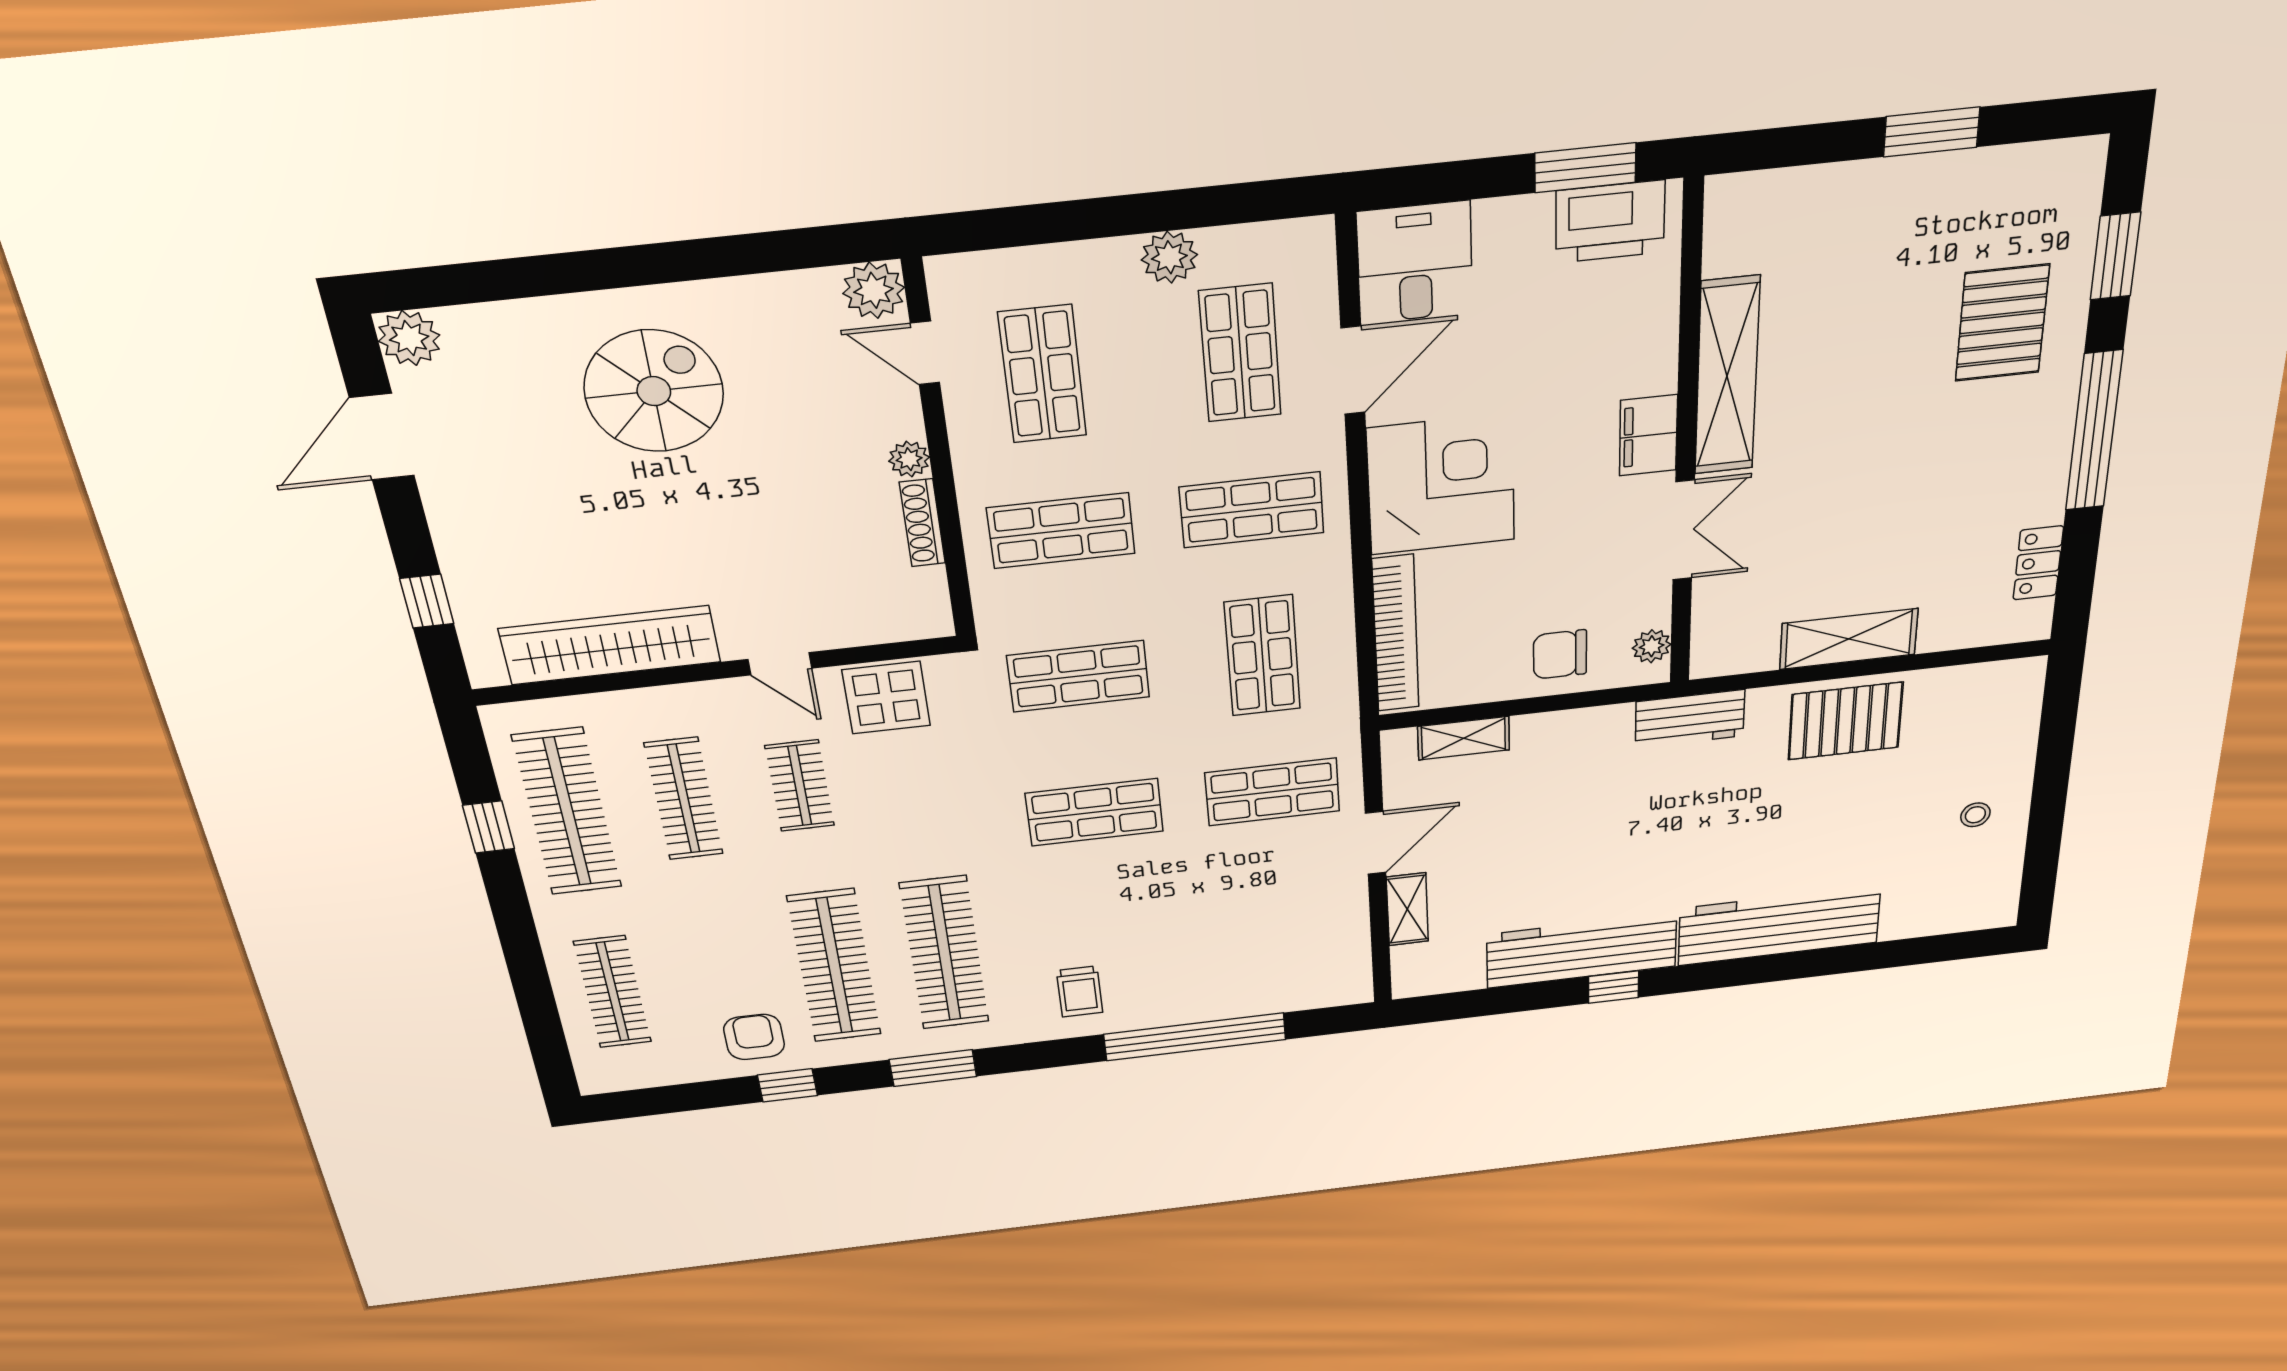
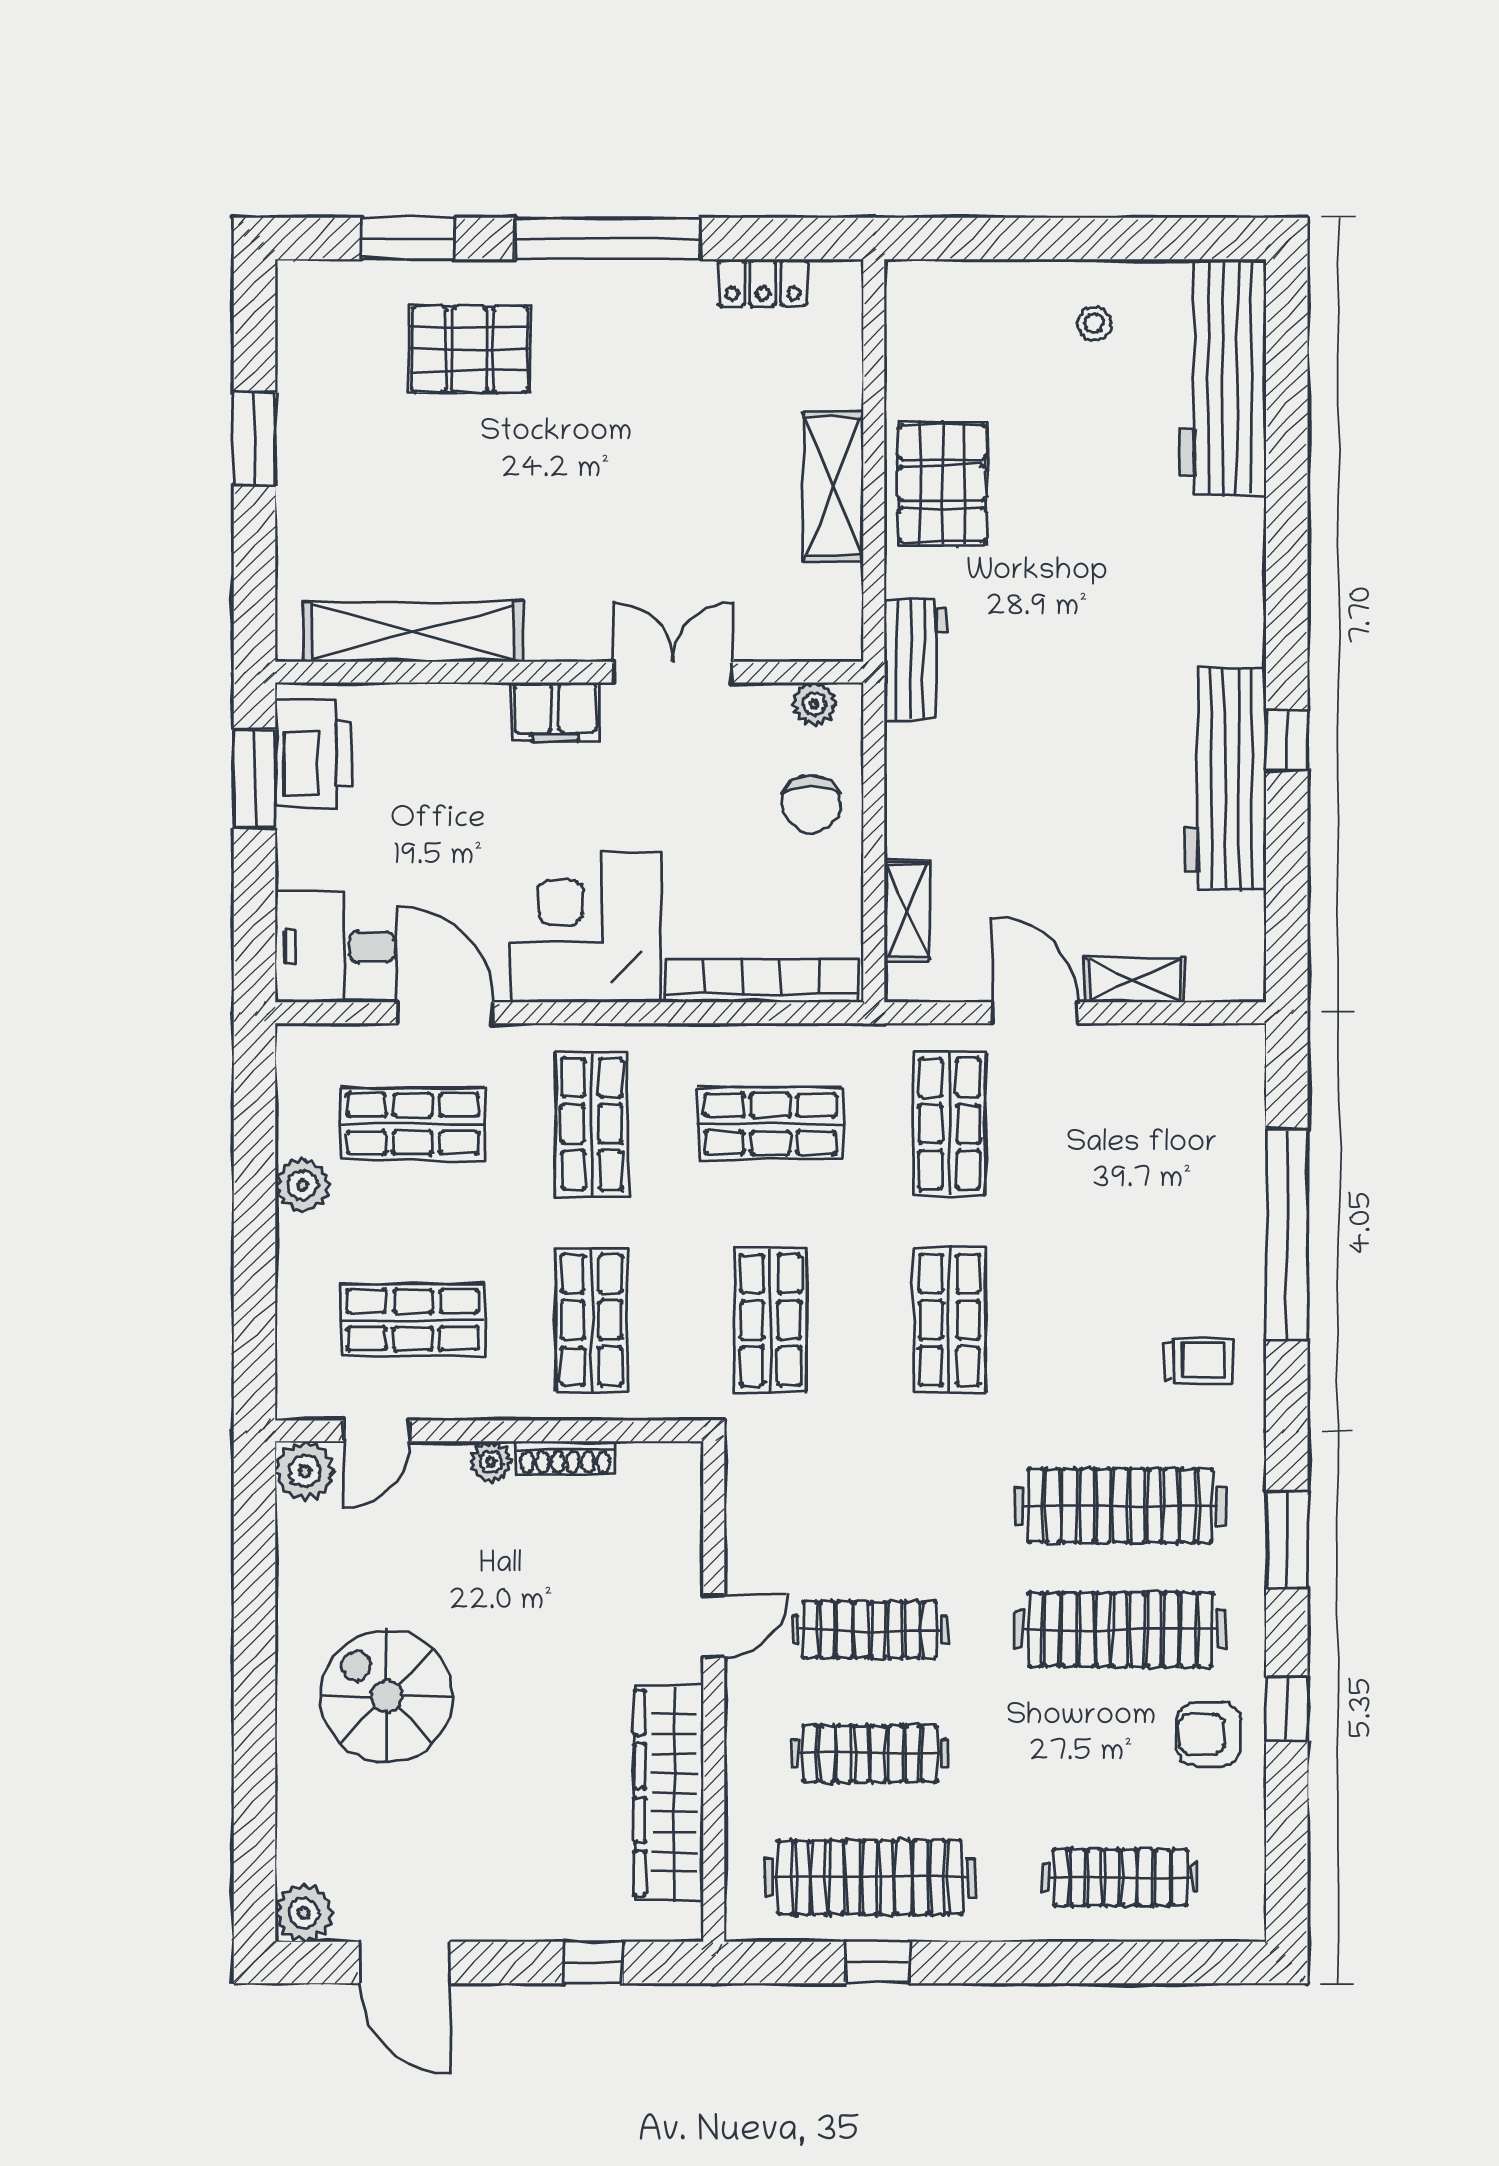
shelving: (1727, 376) -> (413, 632), moved
display table: (886, 698) -> (770, 1523), removed
clothes rail: (800, 786) -> (870, 1630), width x1.36
workbench: (1779, 925) -> (1223, 377), moved

